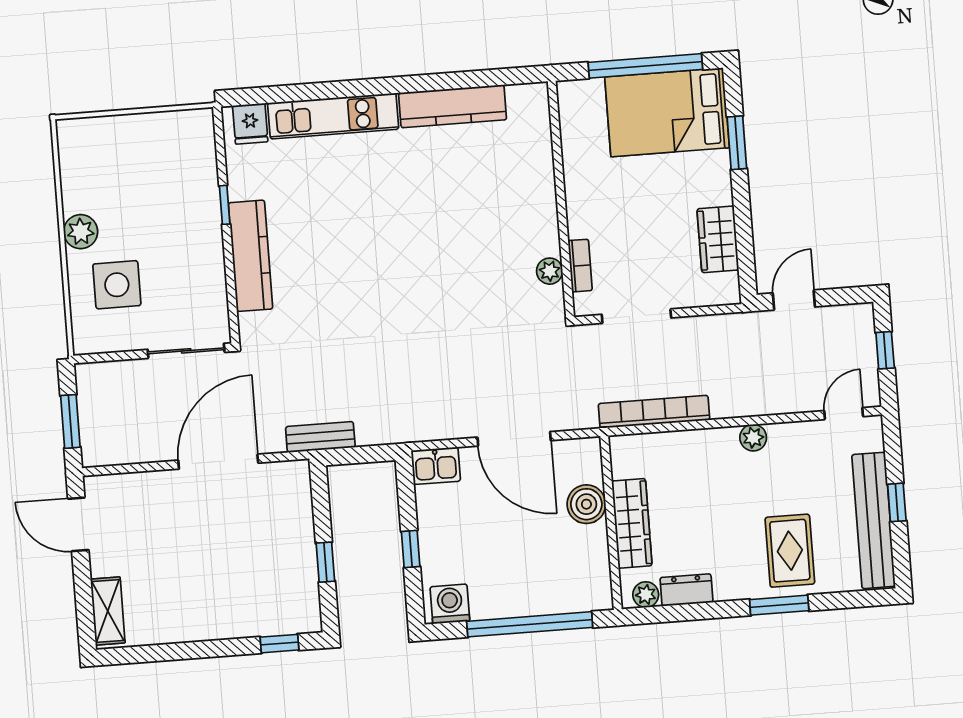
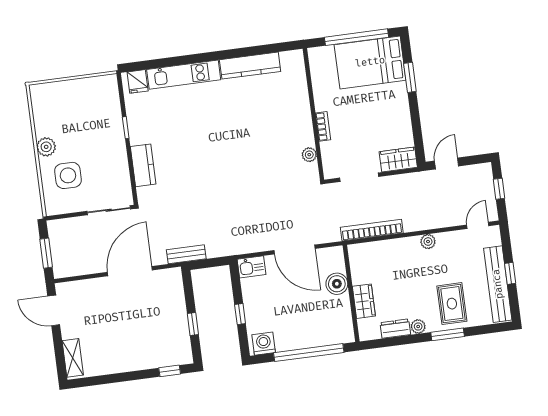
wardrobe: (718, 239) -> (398, 159), moved, turned 90
kitchen counter: (251, 256) -> (143, 165), width x0.67
bookcase: (580, 266) -> (323, 126), moved
wardrobe: (632, 523) -> (364, 301), width x0.67
plant: (646, 595) -> (418, 326), moved

